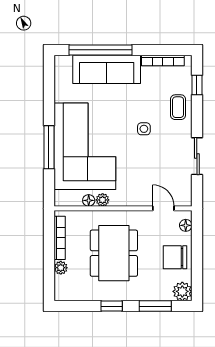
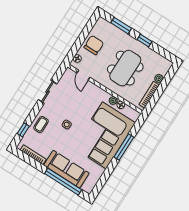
chair: (175, 257) -> (94, 45), turned -90
plant: (182, 291) -> (102, 24), removed

